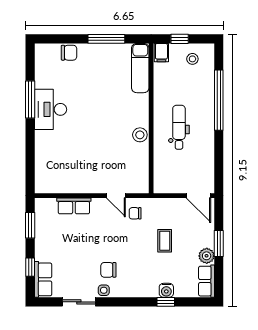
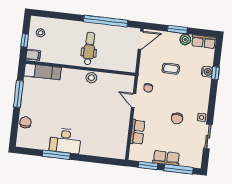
window: (219, 100) -> (106, 21), moved
dental chair: (179, 127) -> (89, 49), turned 90
door: (116, 196) -> (134, 100), swing flipped
window: (30, 267) -> (178, 169), width x2.17
chair: (108, 270) -> (177, 118), moved
row of seats: (43, 279) -> (166, 158), moved

